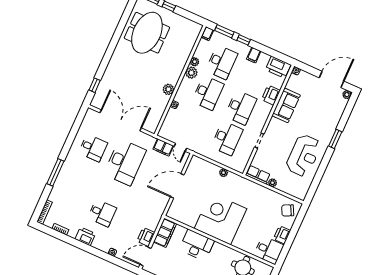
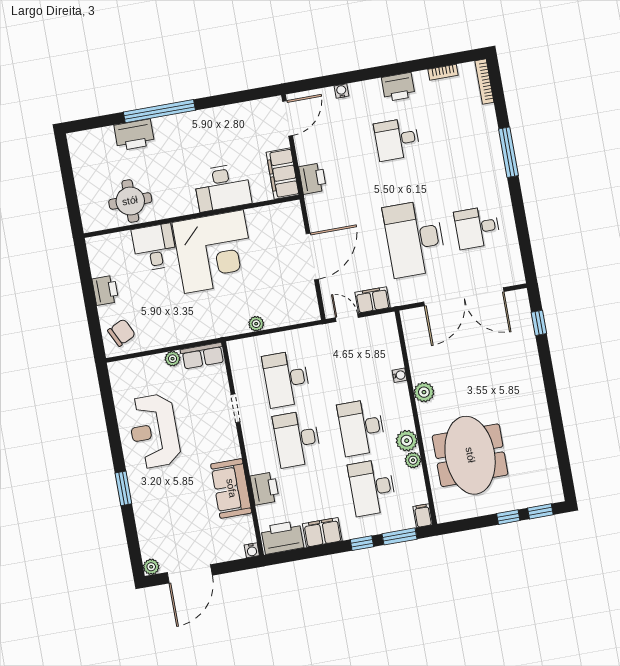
meeting table: (147, 33) -> (470, 455), moved
filing cabinet: (254, 55) -> (322, 532), width x2.00
printer: (146, 237) -> (313, 178), moved
desk: (269, 250) -> (154, 247), moved, turned 90

